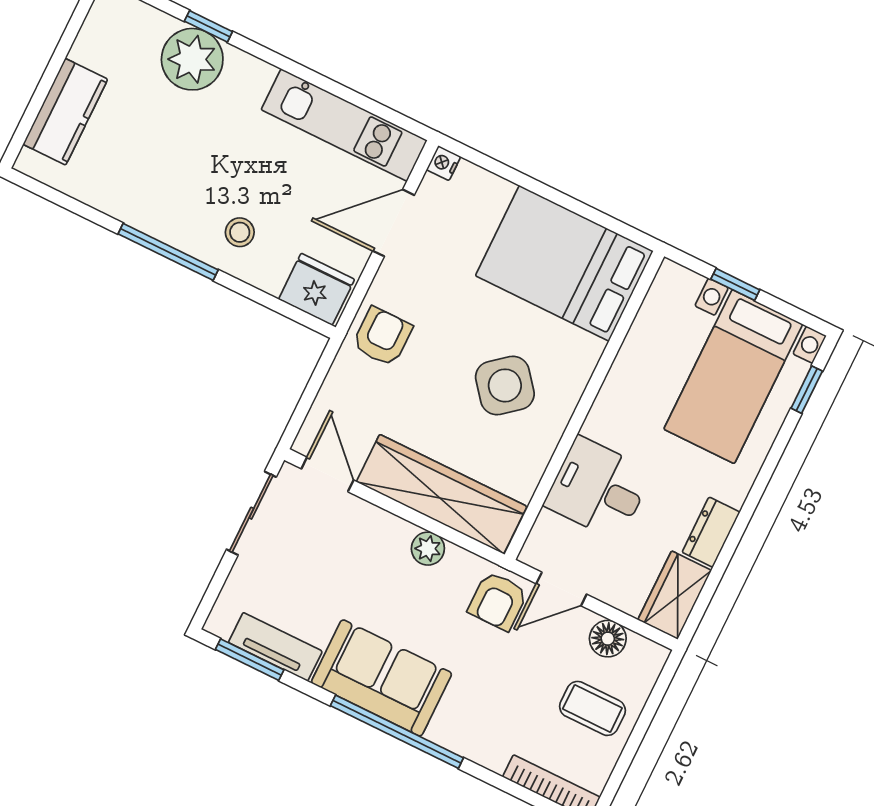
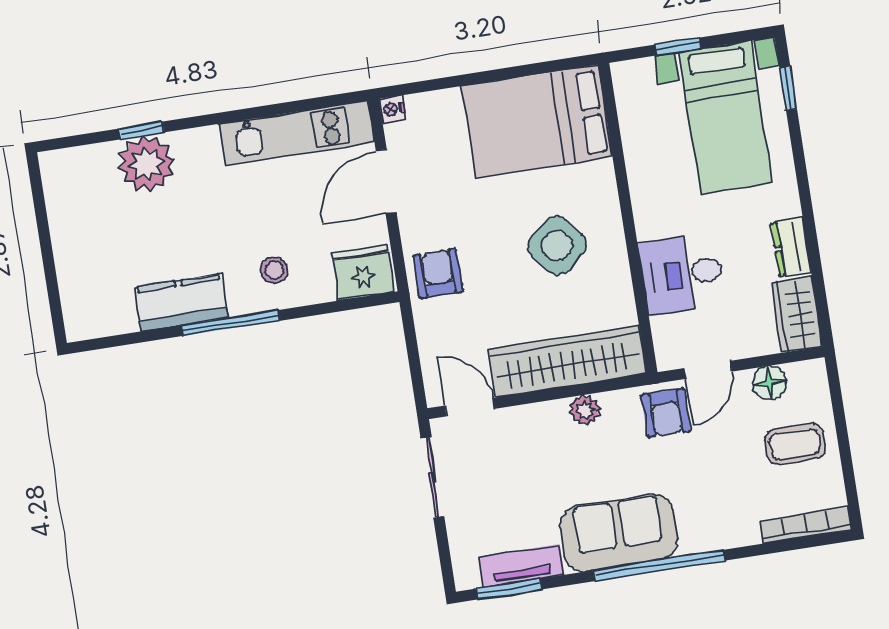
kitchen counter: (65, 112) -> (181, 303), moved, turned -90

